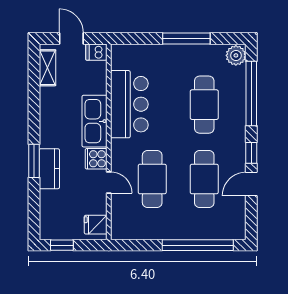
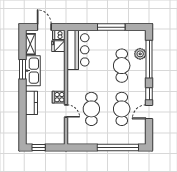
plant: (236, 55) -> (140, 54), moved
bar counter: (129, 104) -> (78, 50), moved
kitchen sink: (95, 121) -> (33, 71), moved, turned 180
window: (34, 161) -> (22, 69), moved
fridge: (96, 225) -> (58, 46), moved

